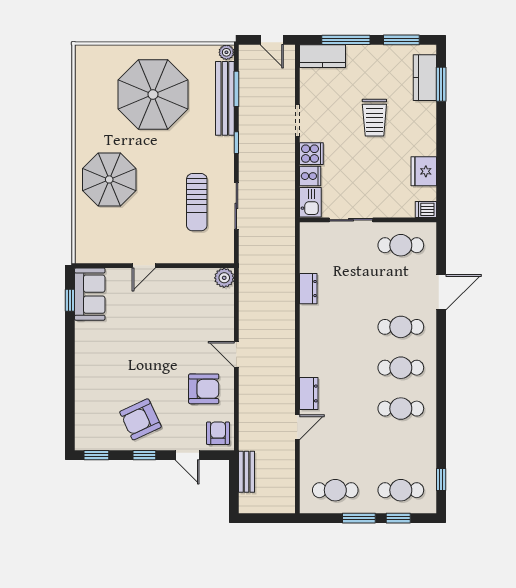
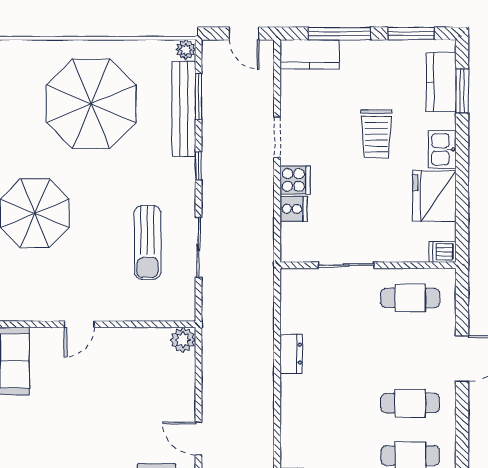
fridge: (424, 171) -> (434, 196), width x1.36, depth x1.34
kitchen sink: (310, 202) -> (442, 149), moved, turned 180

